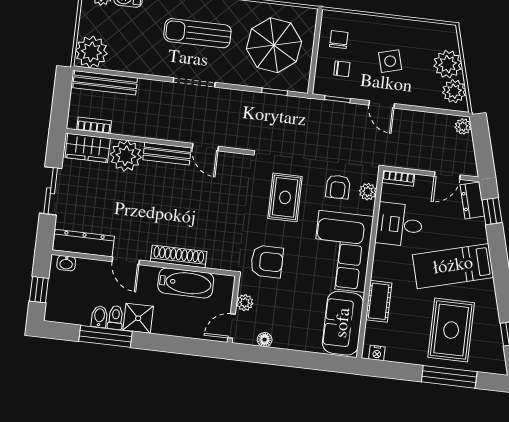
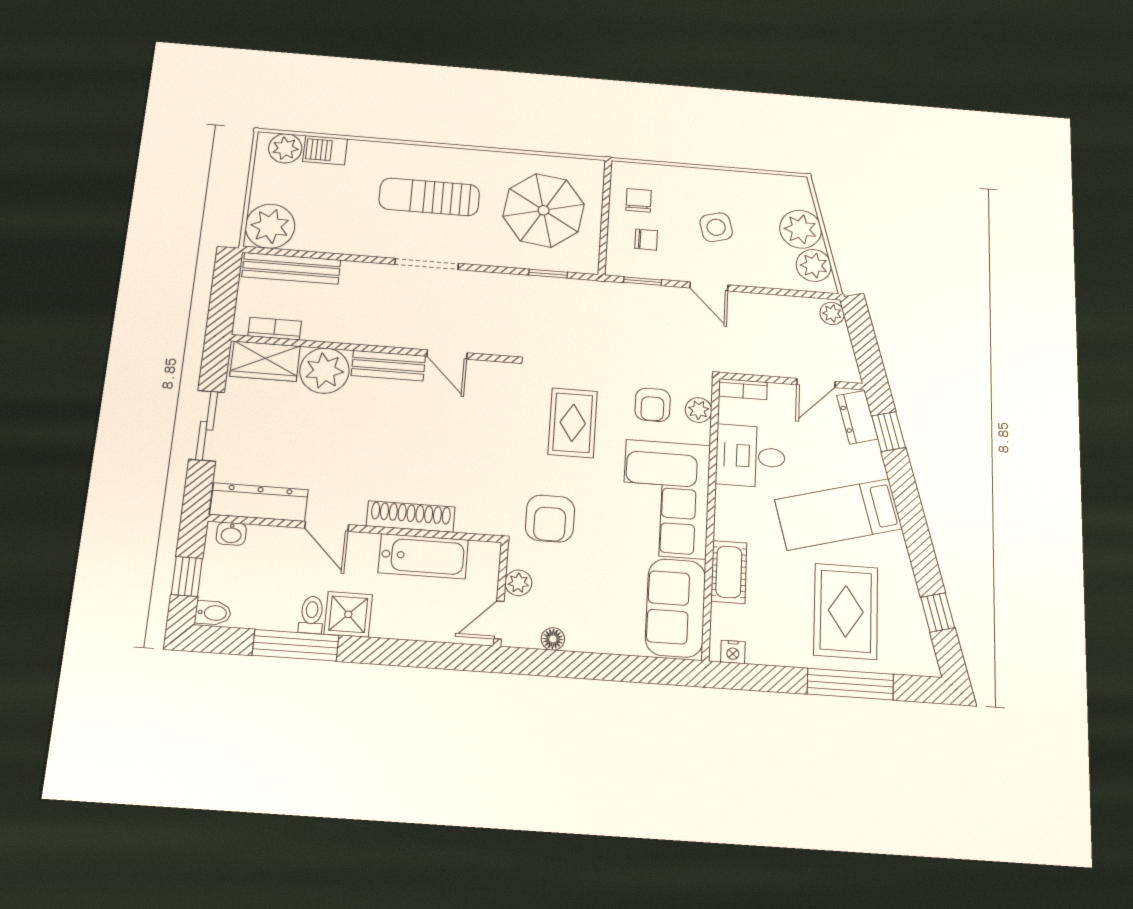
armchair: (267, 261) -> (550, 519), turned 90
bidet: (99, 317) -> (213, 613), moved, turned 90

